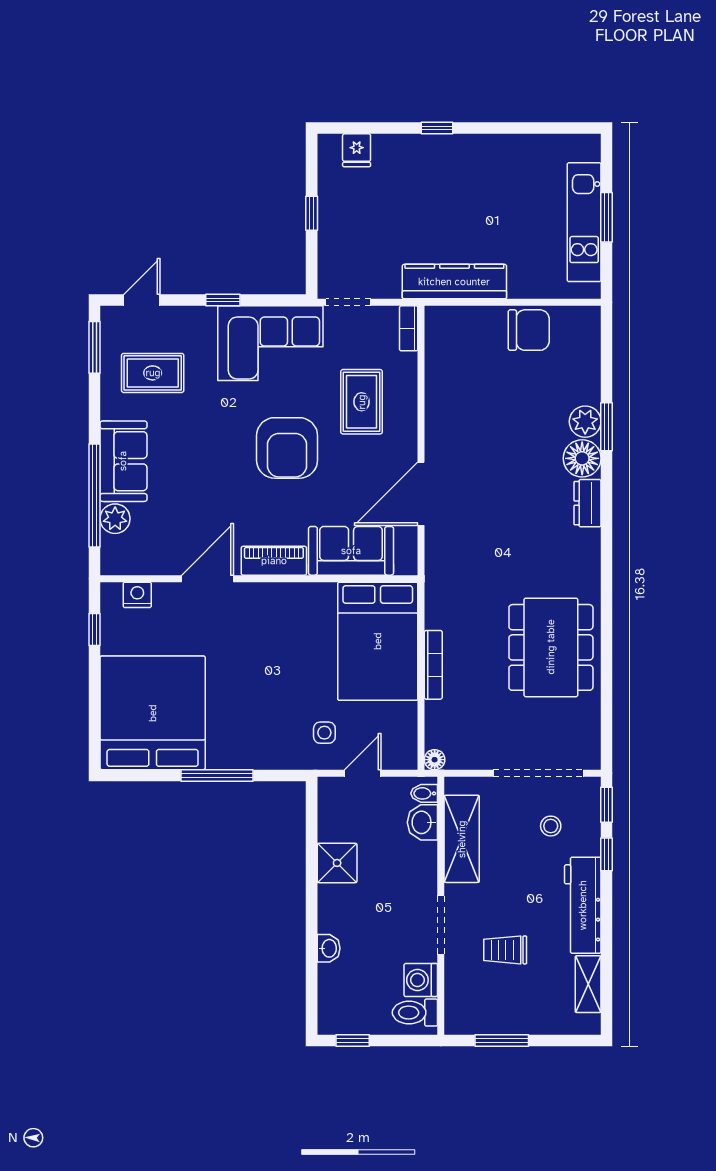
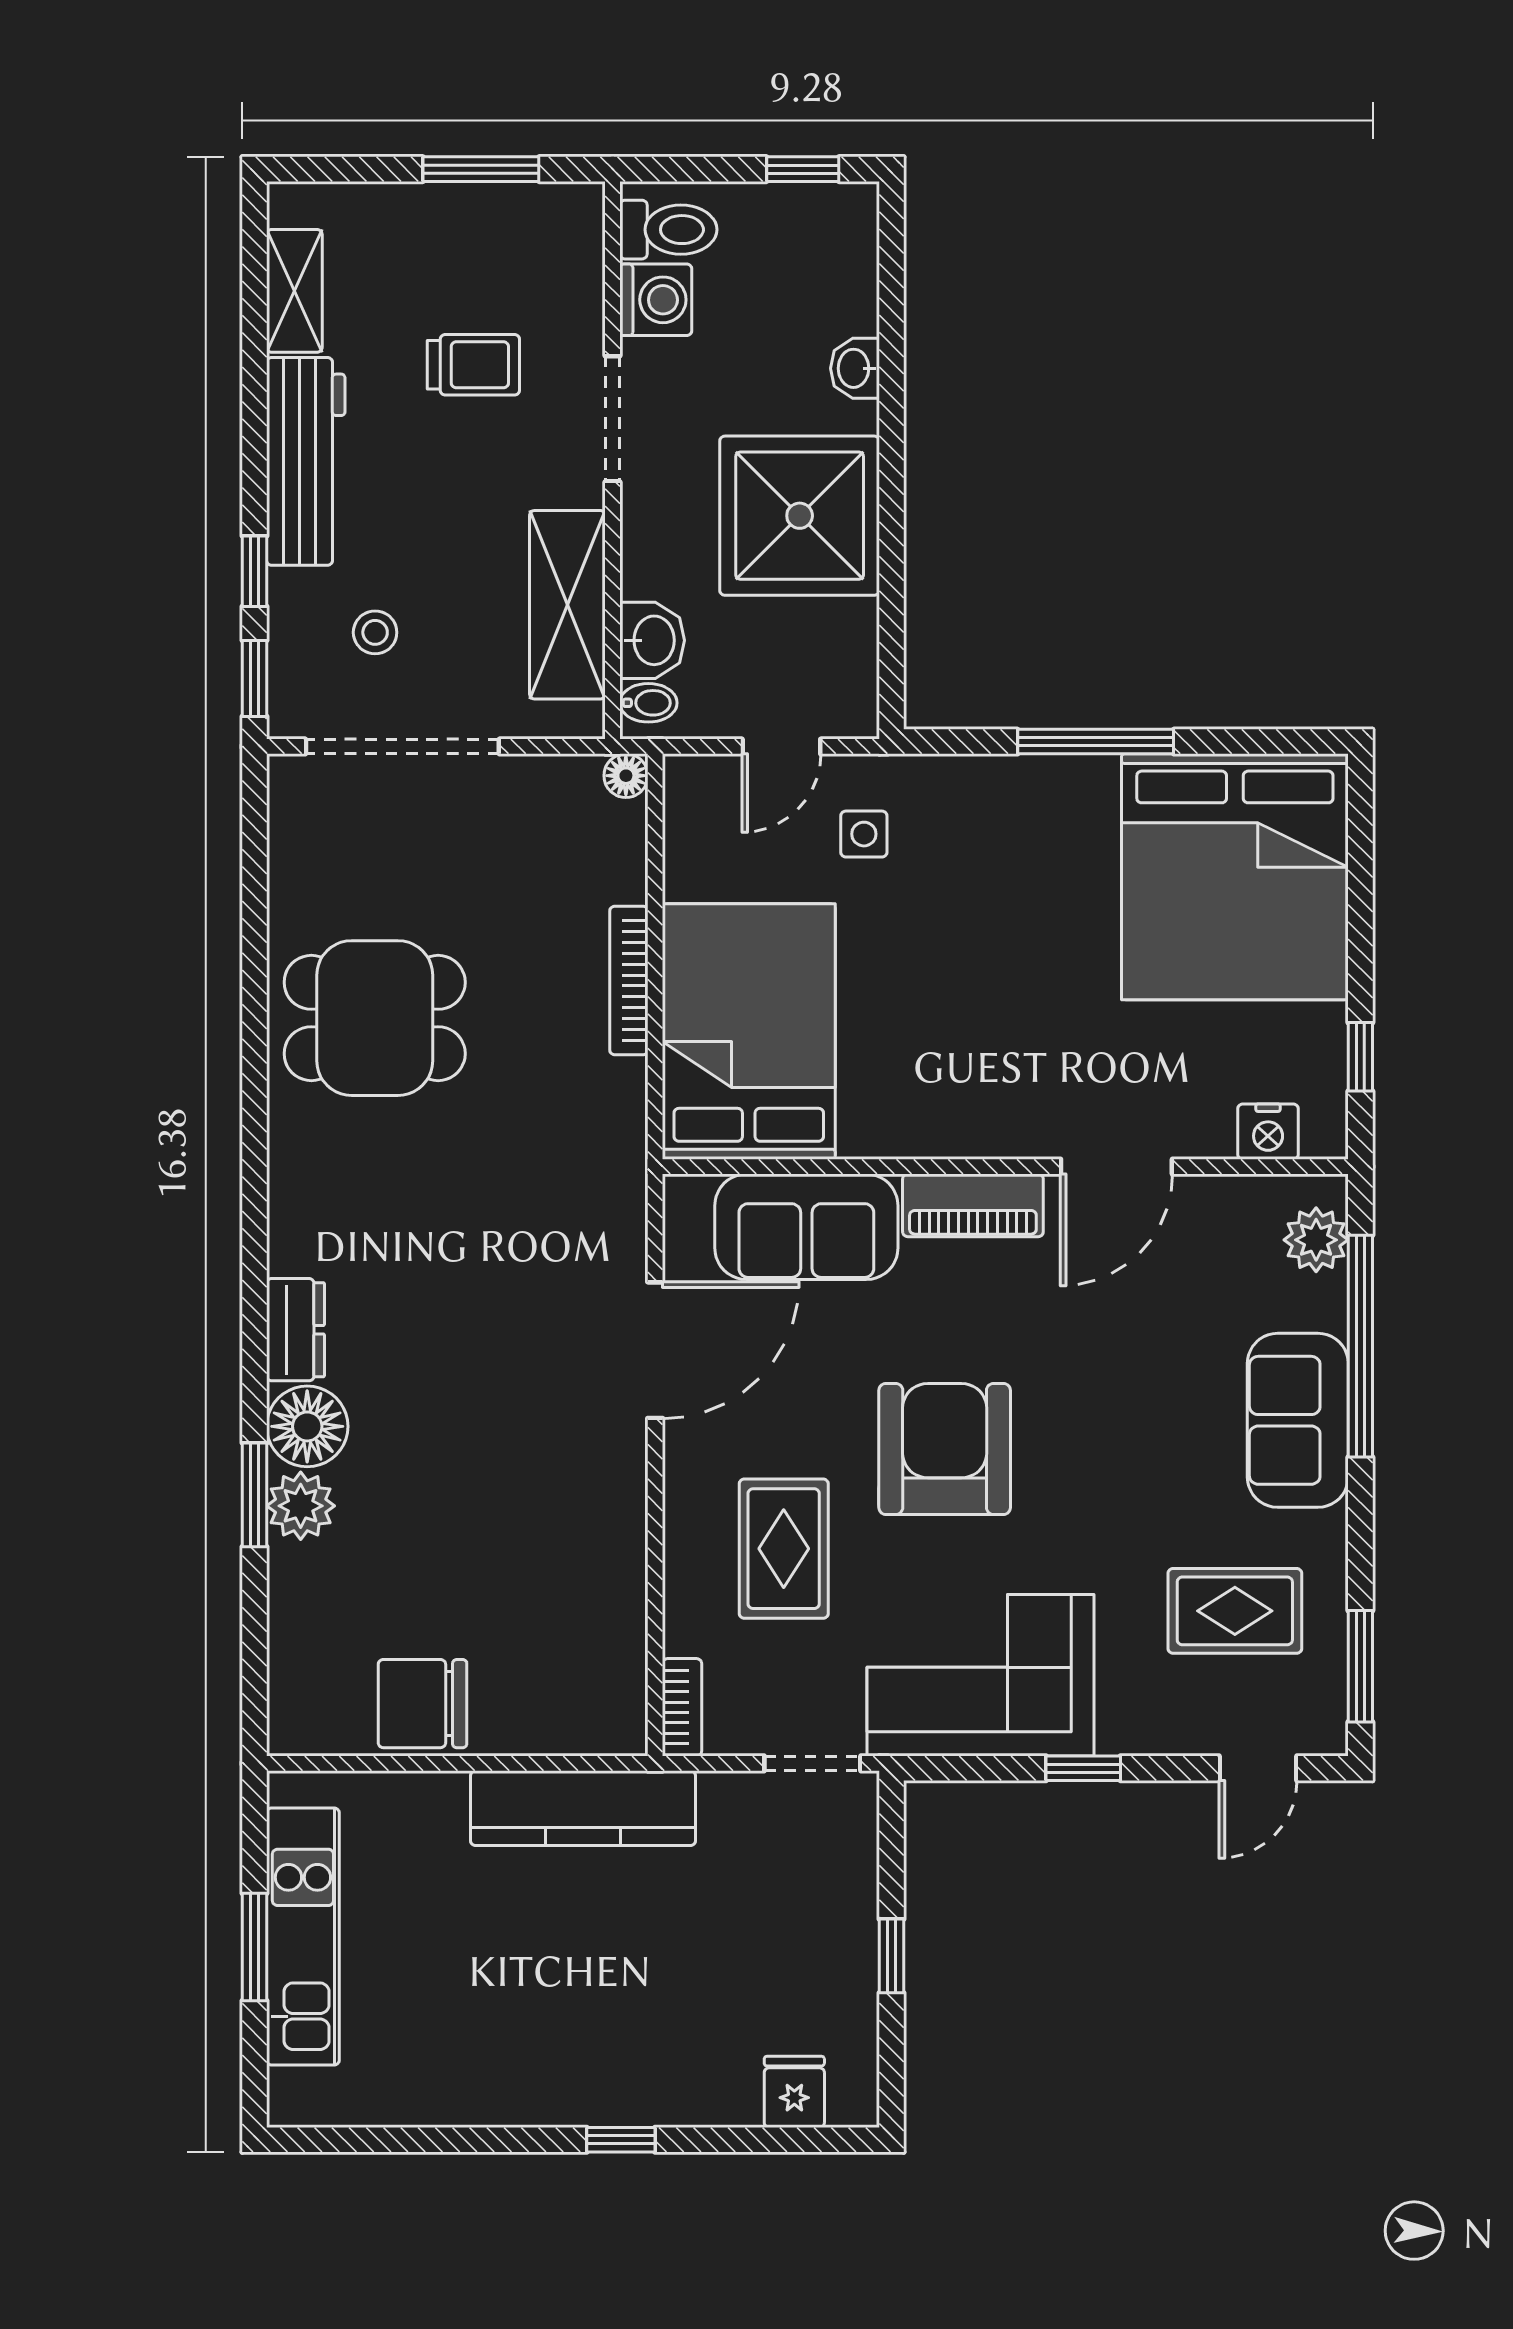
plant: (115, 519) -> (1316, 1240), moved
dining table: (551, 647) -> (375, 1018), width x0.73
shower: (337, 863) -> (800, 516), width x1.86, depth x1.86

